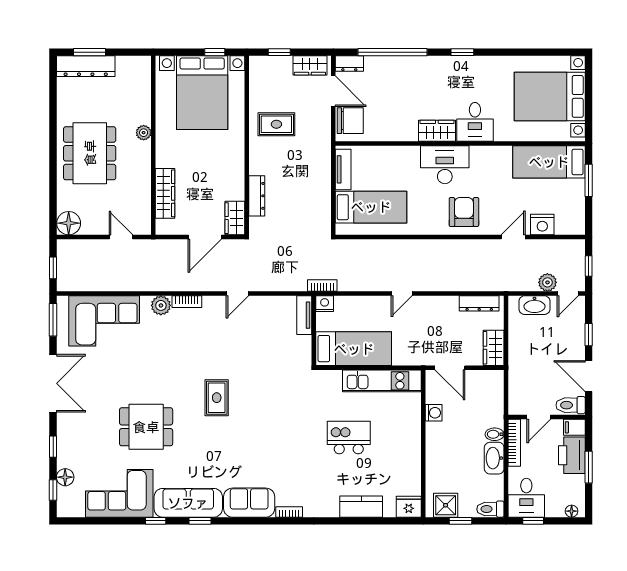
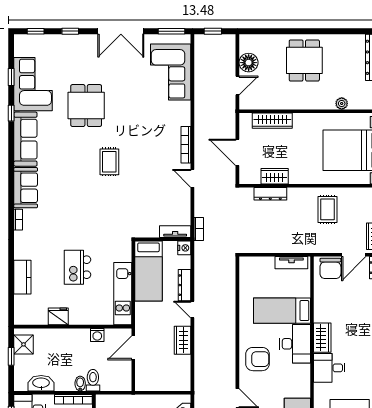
plant: (144, 133) -> (342, 103), moved
dining table: (90, 153) -> (304, 60), width x0.73
bed: (371, 207) -> (282, 311), moved, turned 90
wardrobe: (235, 218) -> (275, 176), moved
floor lamp: (69, 223) -> (249, 63), moved
bookcase: (322, 286) -> (199, 229), moved
bookcase: (187, 302) -> (186, 145), width x1.56
dresser: (479, 303) -> (185, 285), moved
plant: (161, 305) -> (183, 117), removed
wardrobe: (494, 348) -> (182, 340), moved, turned -90
rug: (217, 398) -> (109, 162), turned 90
kitchen island: (349, 438) -> (78, 267), turned 180
washbasin: (494, 458) -> (41, 383), moved
floor lamp: (65, 477) -> (46, 41), removed
fridge: (409, 507) -> (58, 316), moved, turned -90
toilet: (490, 509) -> (93, 380), moved
window: (200, 521) -> (11, 77), moved

